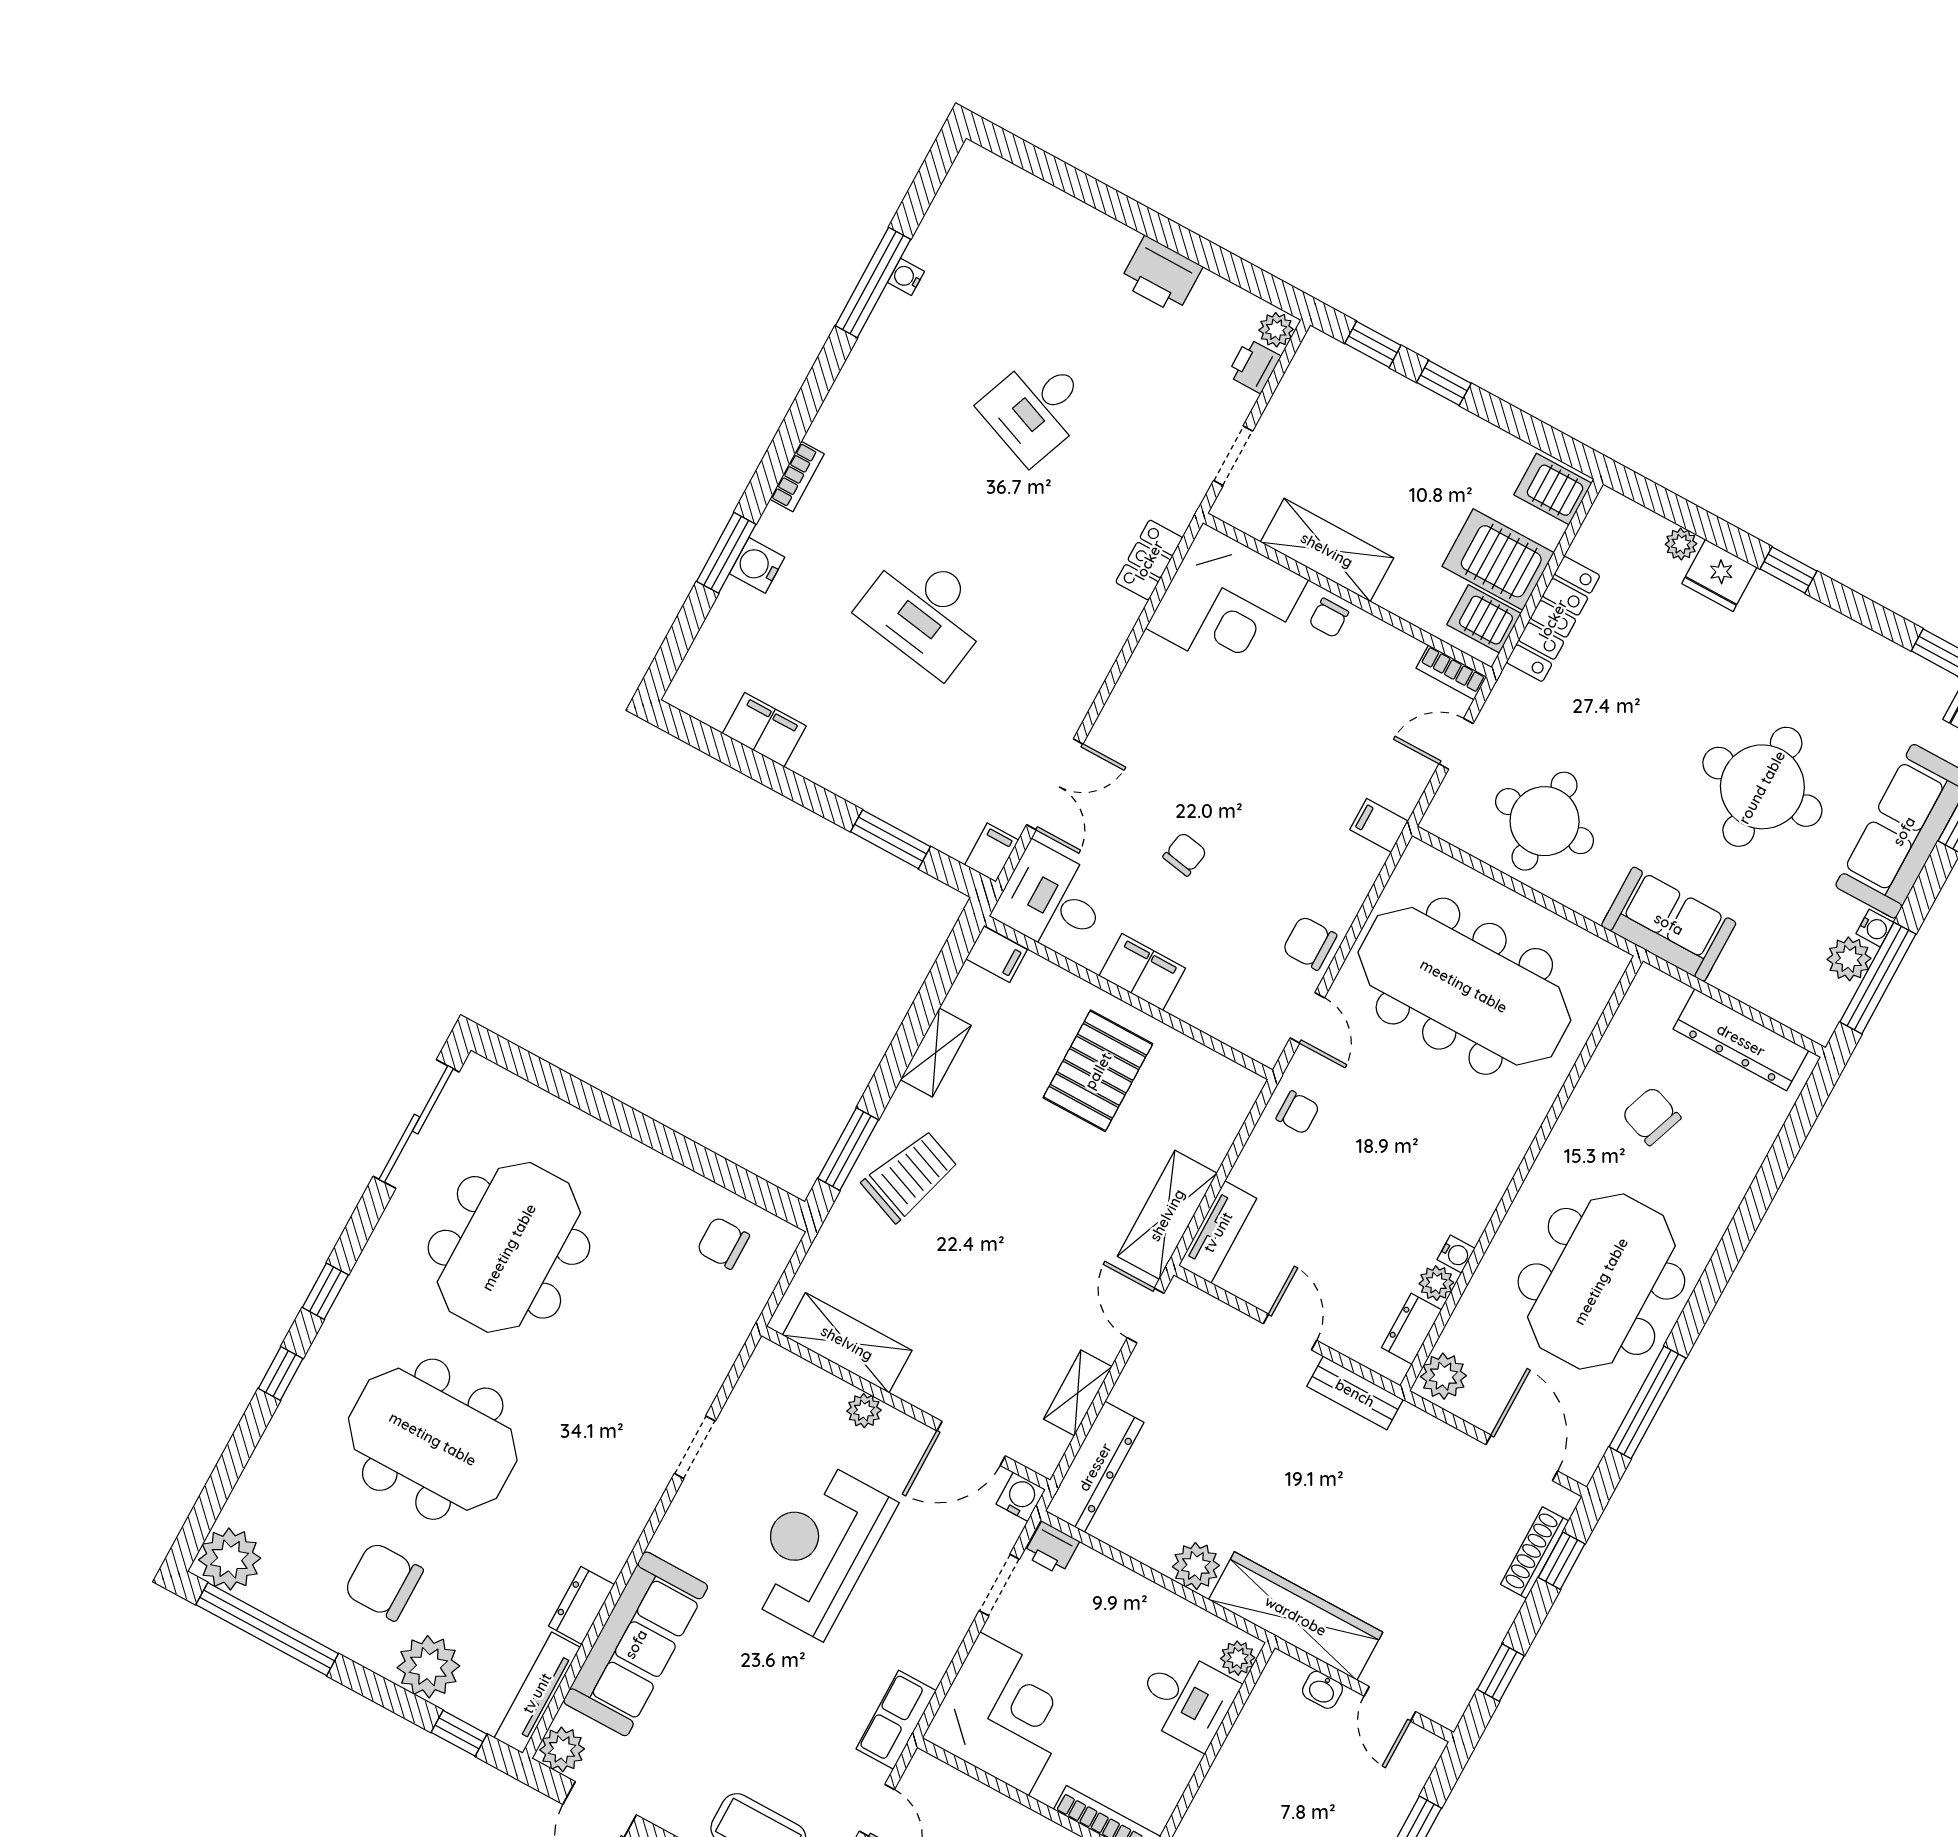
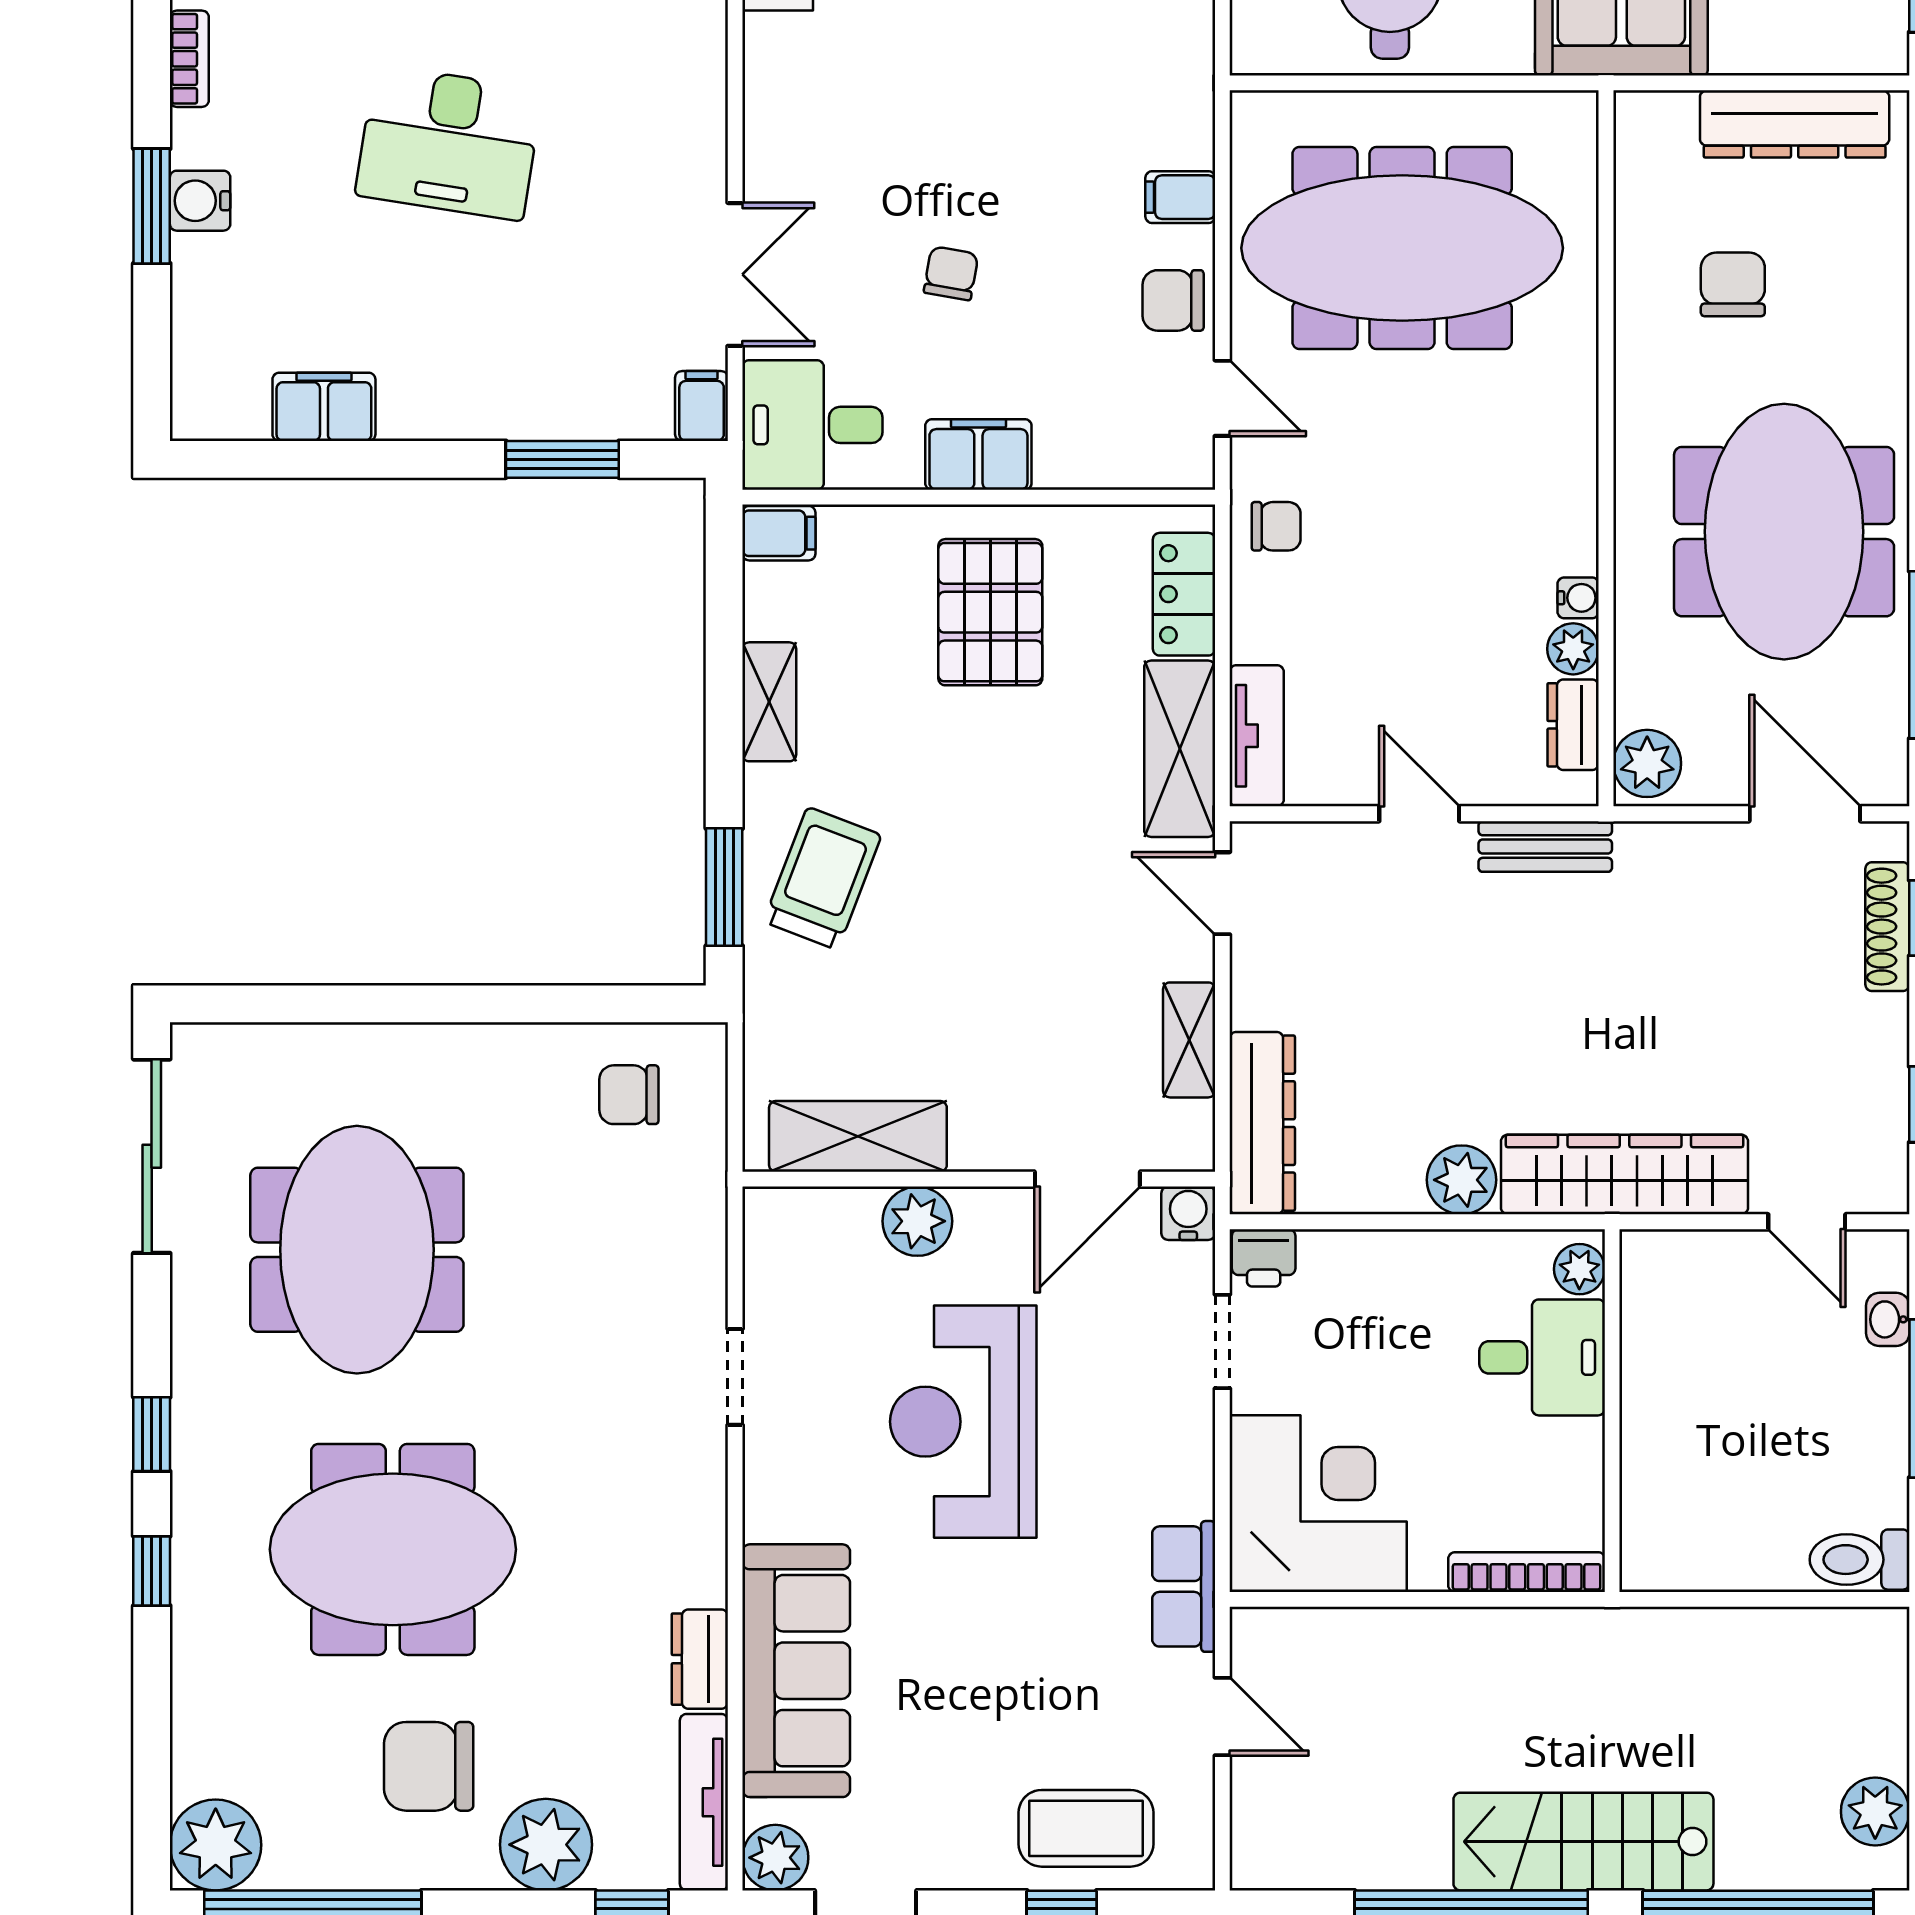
filing cabinet: (1379, 825) -> (1180, 197), moved
chair: (1651, 1116) -> (1733, 284), turned 70
locker: (1220, 1123) -> (1184, 594), added
plant: (864, 1411) -> (917, 1221), width x1.38, depth x1.38
washbasin: (1322, 1690) -> (1888, 1319), moved, turned 90

